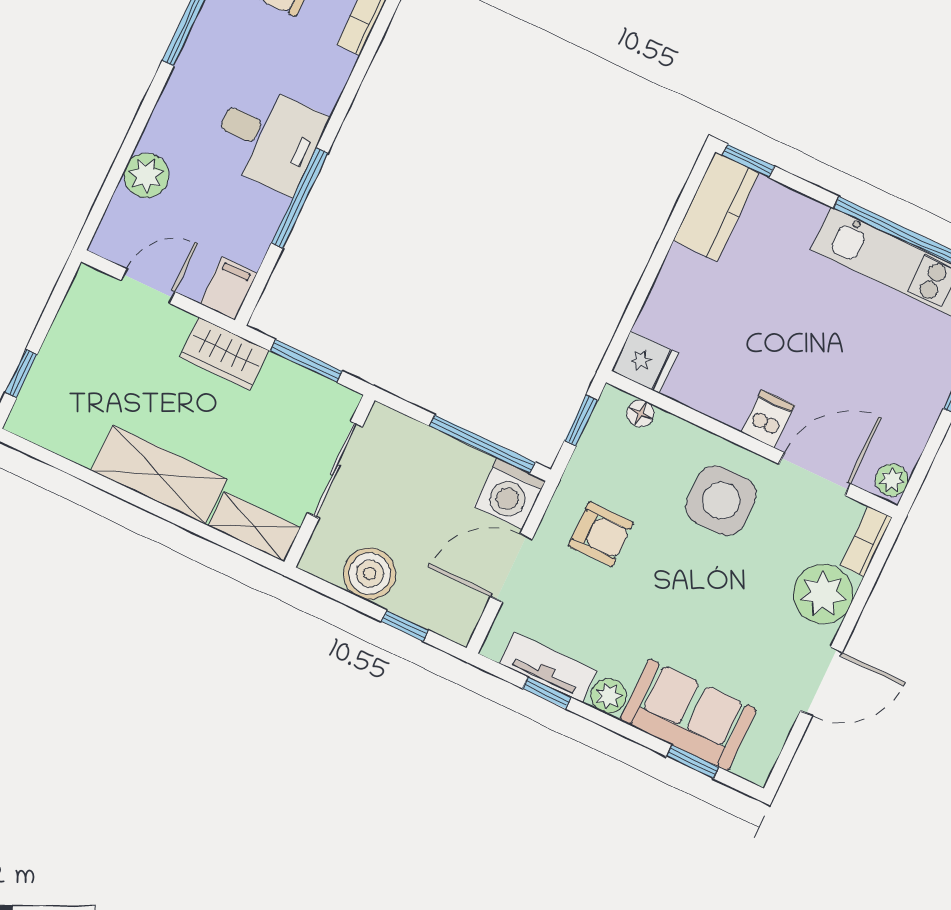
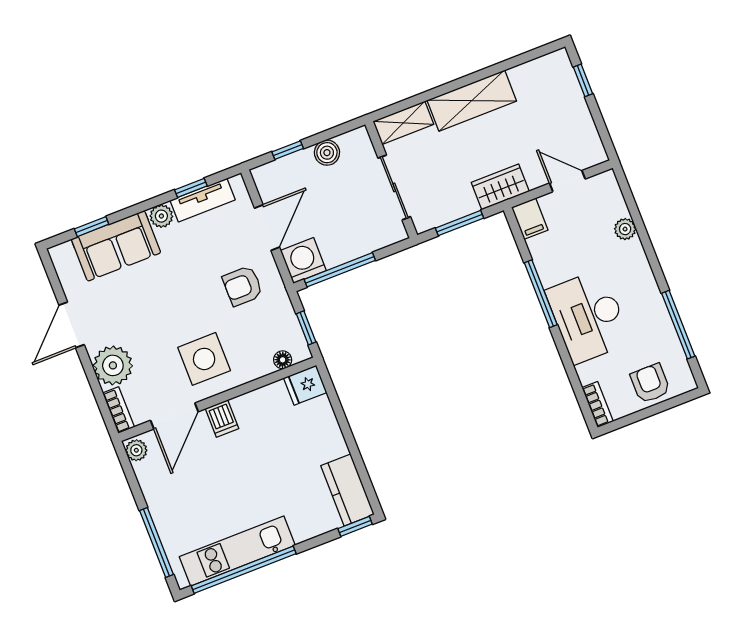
desk: (268, 137) -> (588, 317), width x1.37
plant: (146, 175) -> (625, 229), width x0.73, depth x0.73
door: (148, 286) -> (567, 181), swing flipped
boiler: (370, 574) -> (327, 153), width x0.73, depth x0.73

